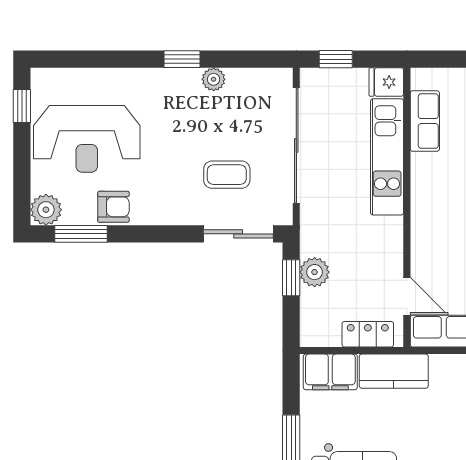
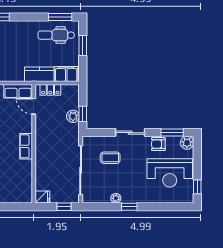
row of seats: (425, 121) -> (26, 146), moved
reception desk: (87, 139) -> (170, 173), turned 180
kitchen unit: (387, 157) -> (42, 165), removed
sliding door: (238, 234) -> (130, 133), moved

